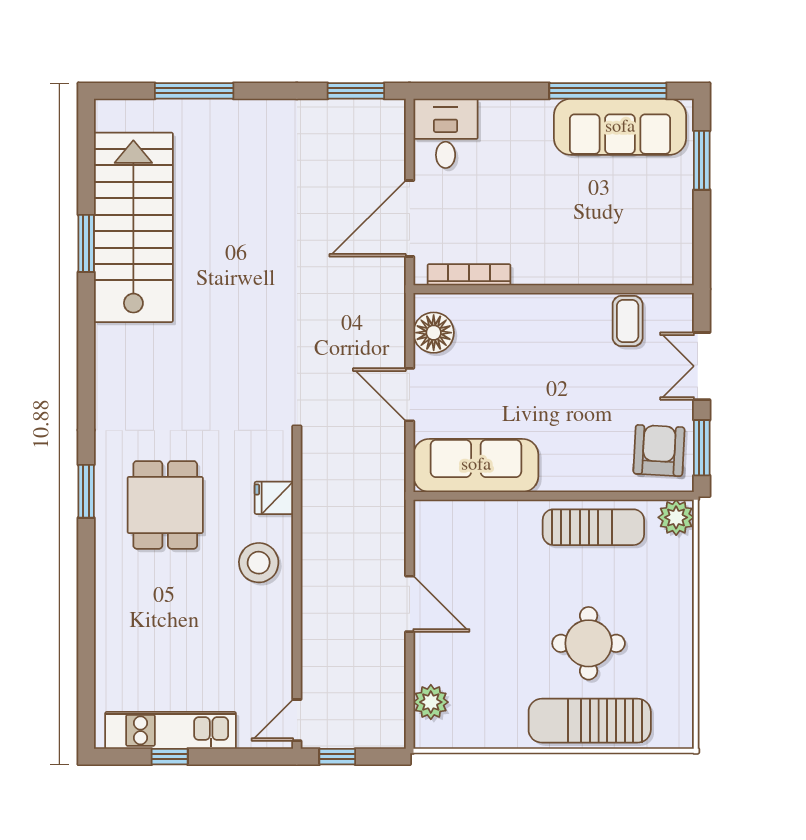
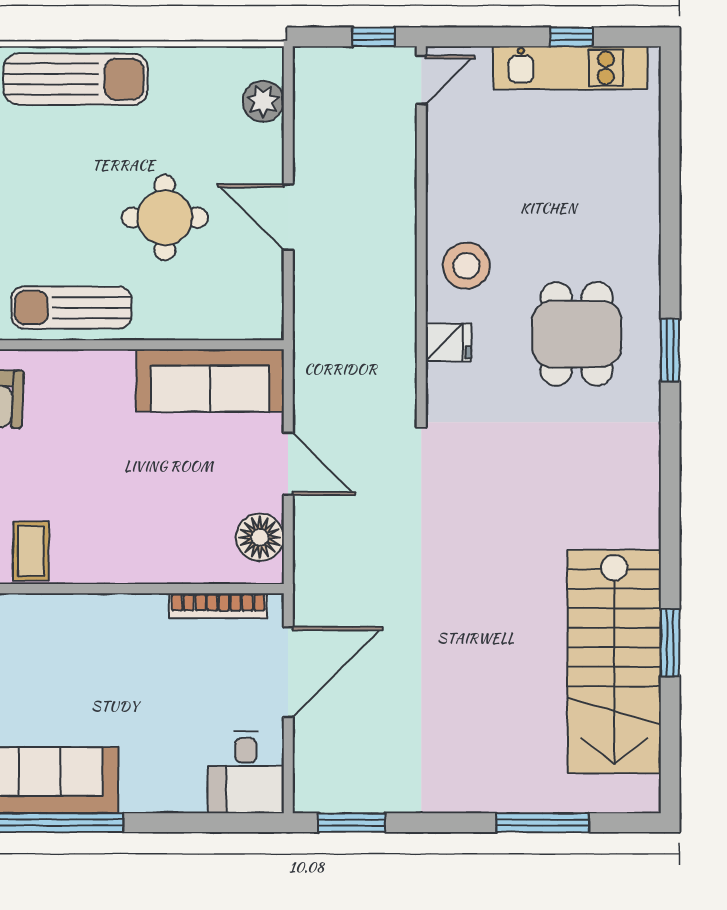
round table: (589, 643) -> (165, 218), moved

